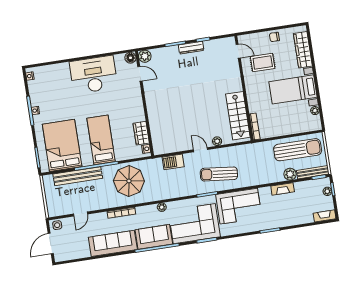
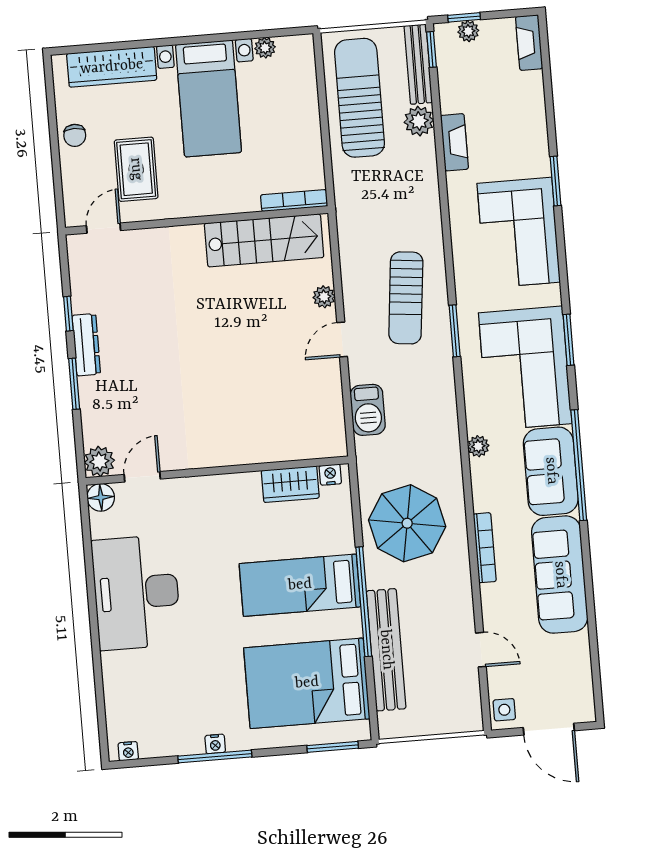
corner sofa: (239, 206) -> (519, 233), moved, turned 180

